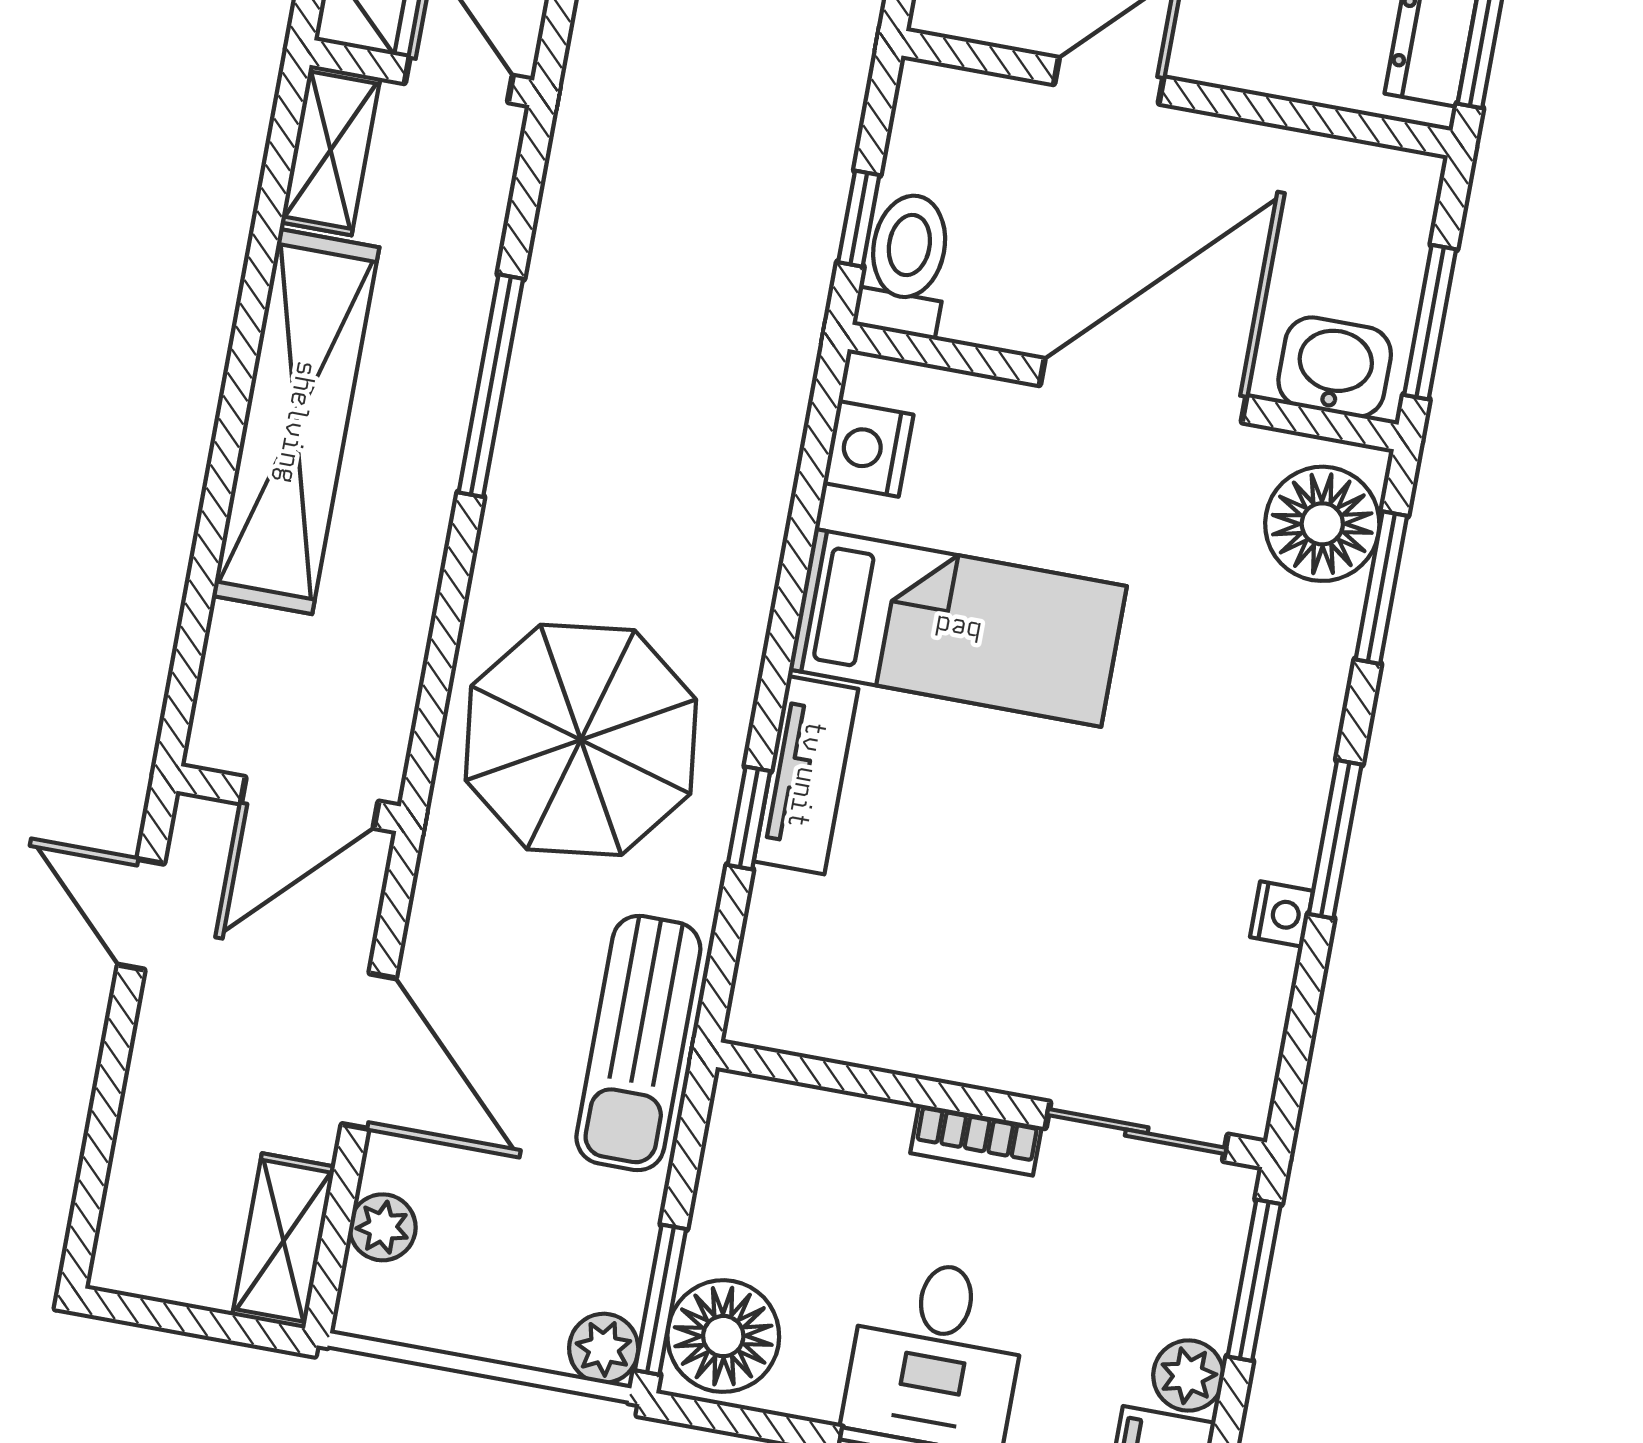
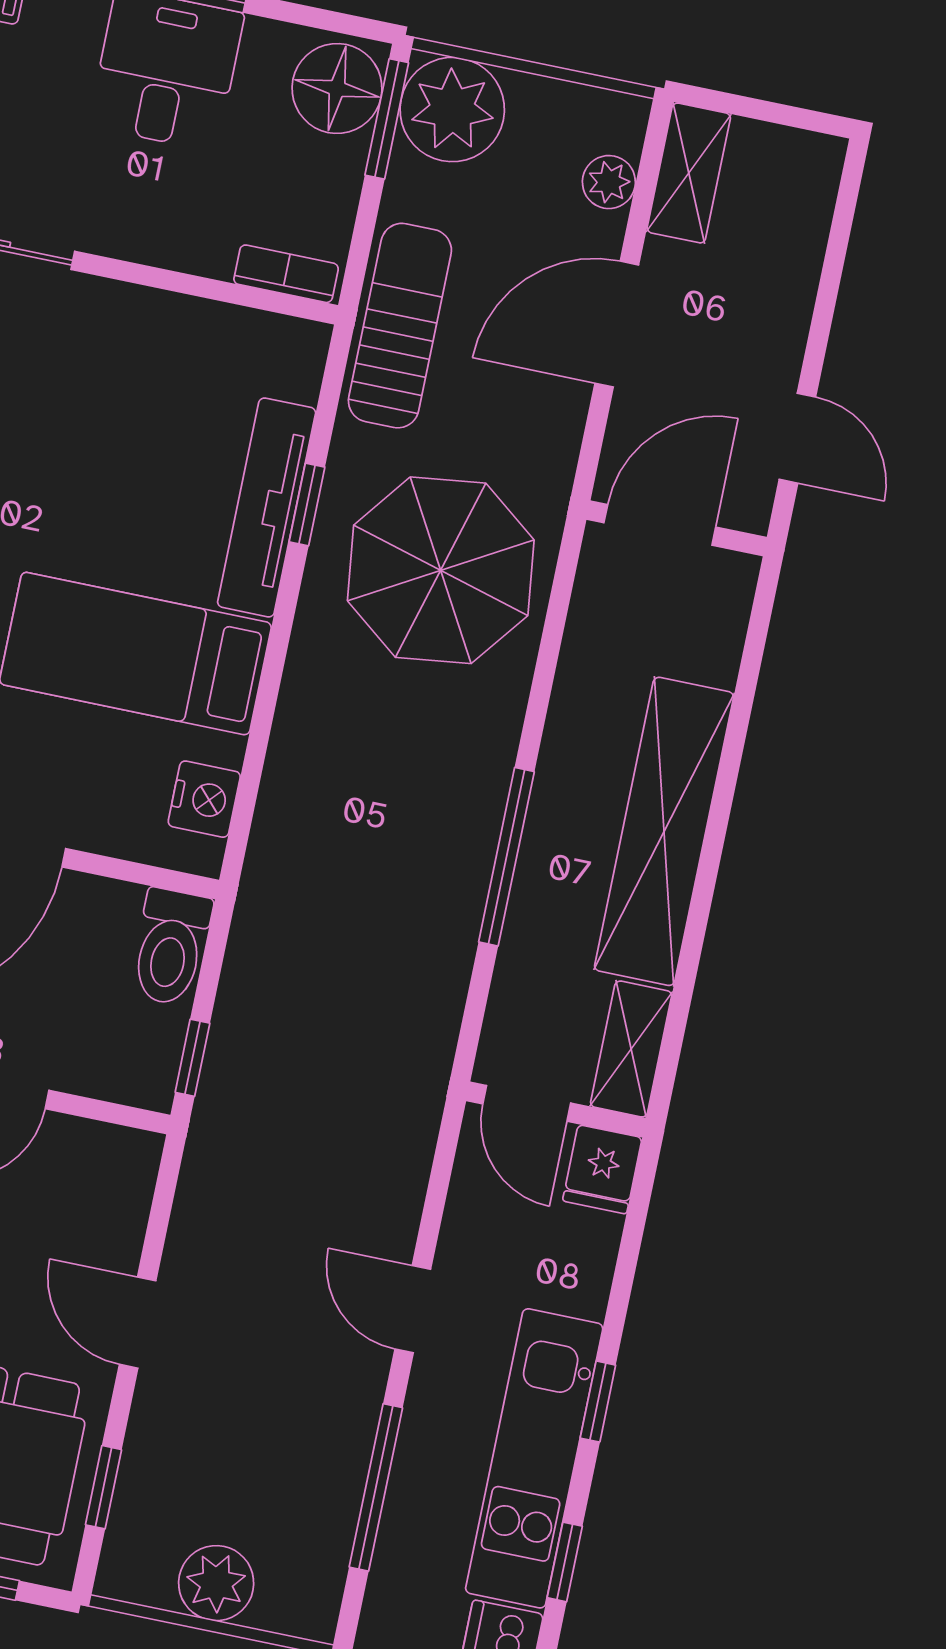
window: (859, 219) -> (192, 1058), moved
tv unit: (806, 775) -> (267, 507), width x1.41
door: (369, 1051) -> (617, 324), hinge flipped
bookcase: (976, 1140) -> (286, 274), moved
plant: (604, 1348) -> (452, 110), width x1.88, depth x1.88

